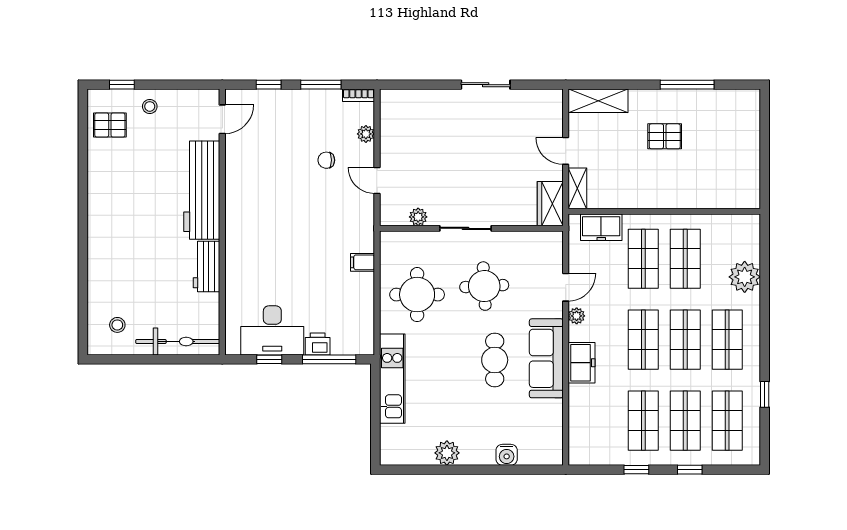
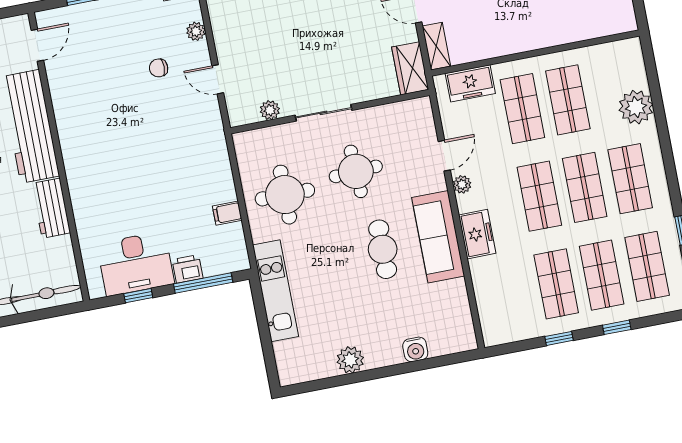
filing cabinet: (363, 262) -> (227, 213), moved

